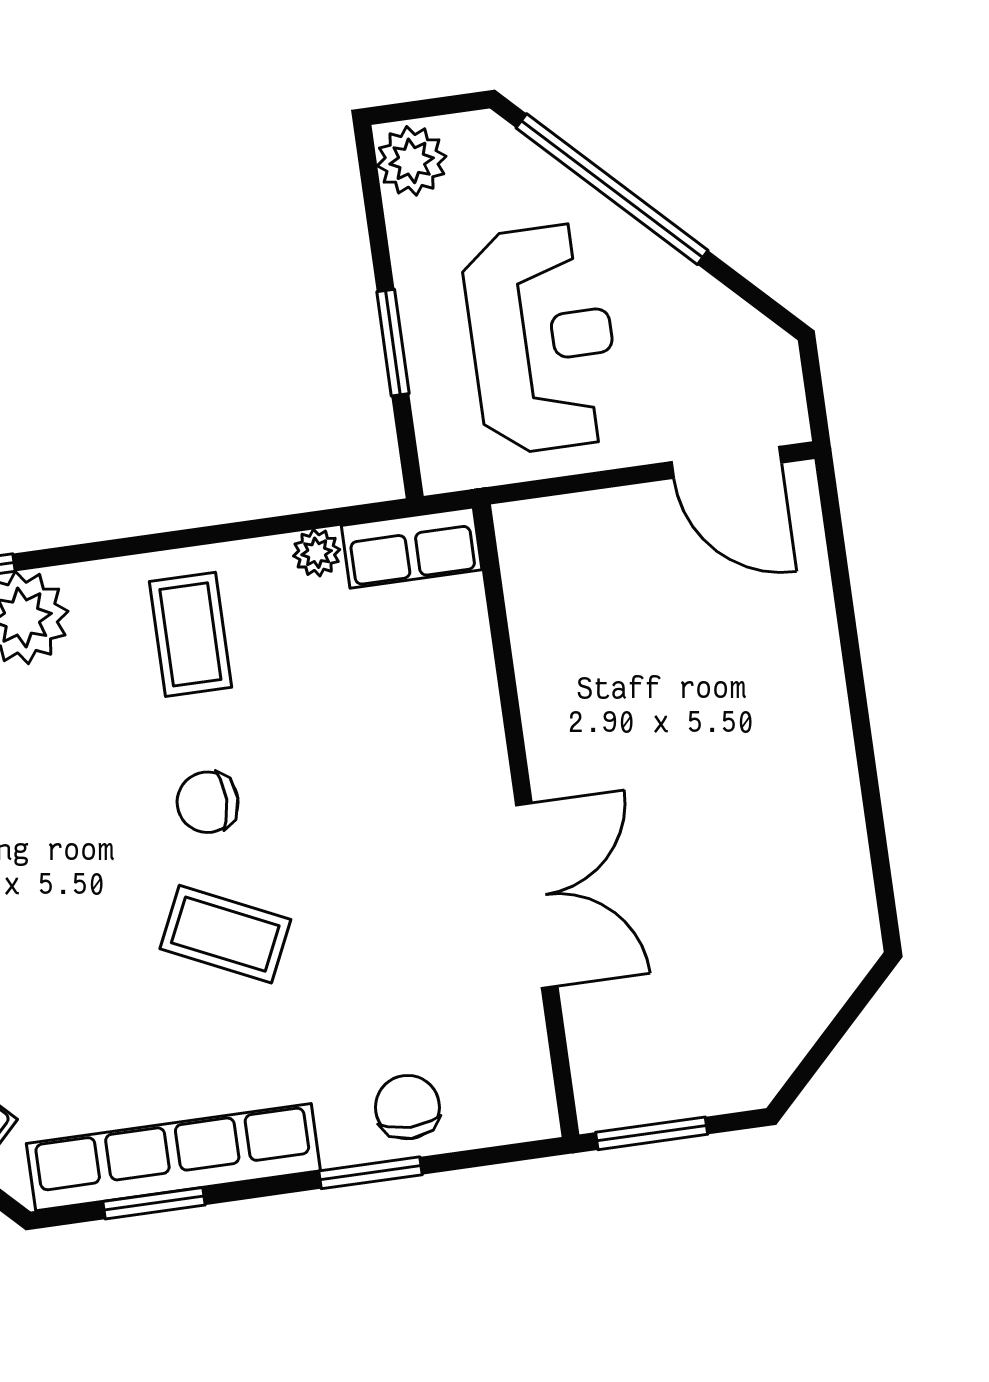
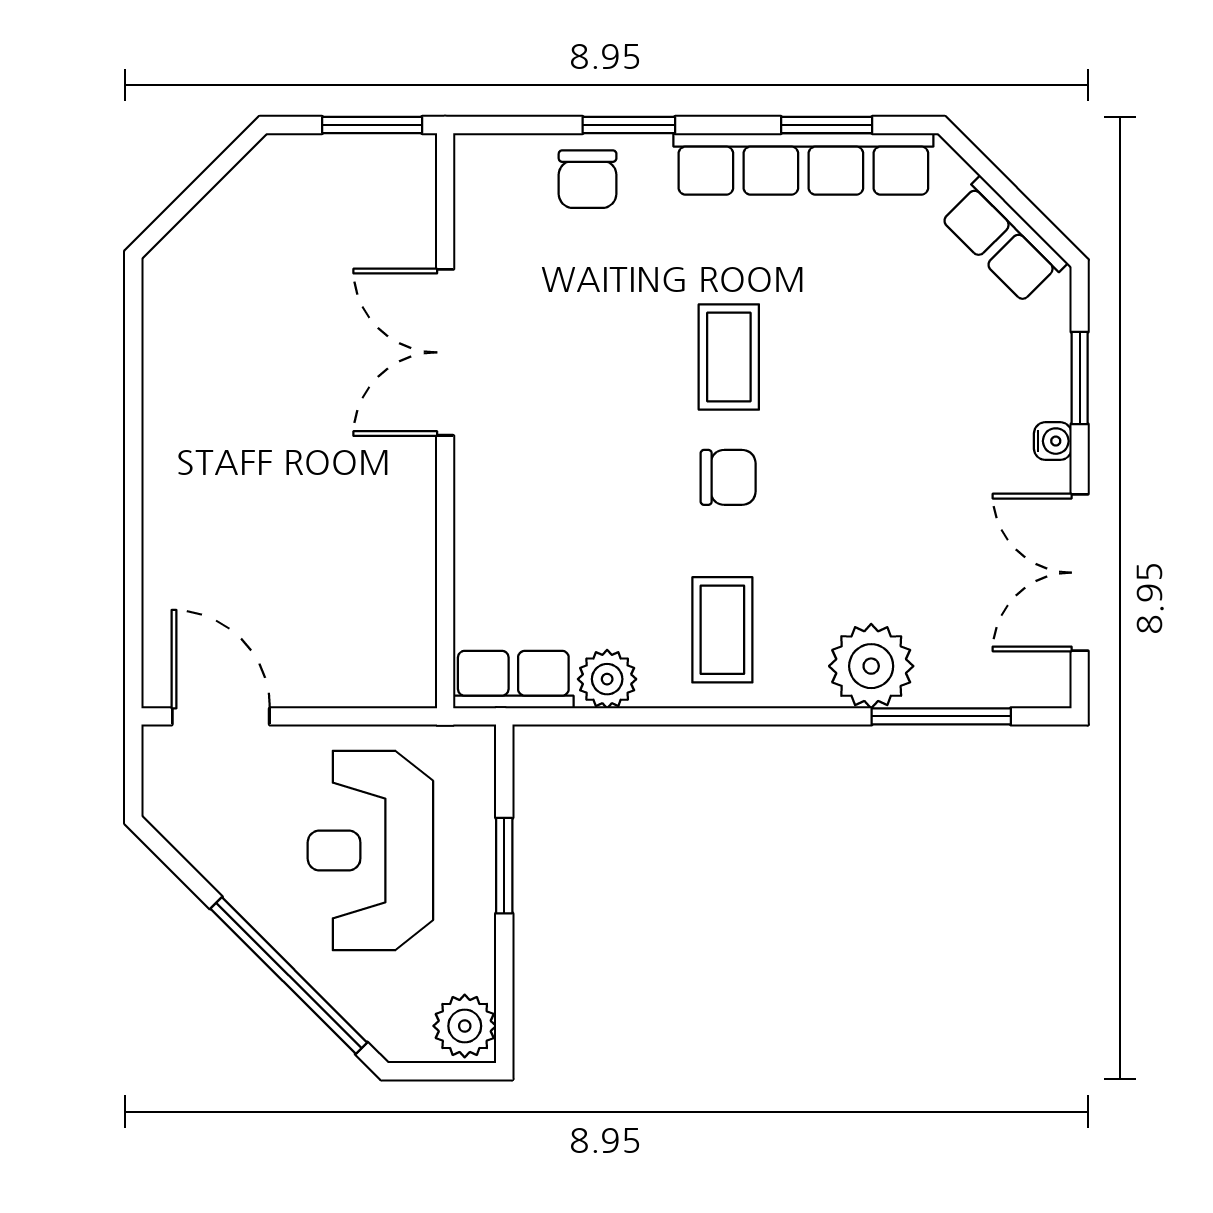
plant: (317, 553) -> (607, 679), width x1.38, depth x1.38
coffee table: (225, 934) -> (729, 357), turned 65

